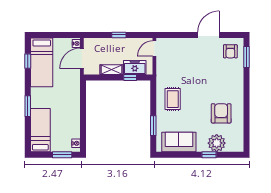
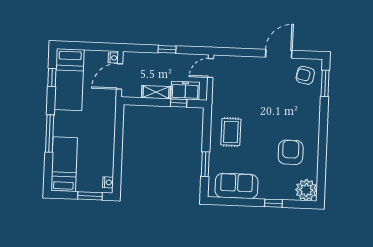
armchair: (230, 51) -> (305, 75), turned 102
window: (28, 106) -> (50, 134), width x1.44
plant: (217, 143) -> (306, 190), moved

